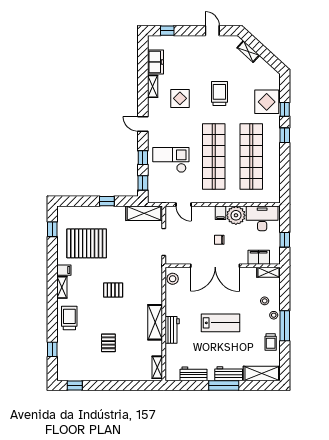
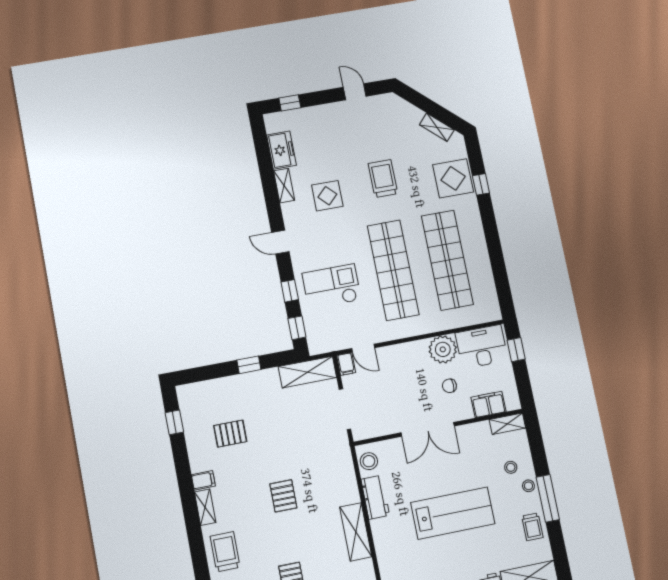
shelving: (248, 52) -> (437, 127), moved
window: (285, 135) -> (489, 221), removed
filing cabinet: (220, 213) -> (346, 364), moved
chair: (219, 240) -> (449, 386), moved
window: (285, 240) -> (516, 350), moved
pallet: (87, 243) -> (230, 434), width x0.49, depth x0.50
double door: (215, 266) -> (428, 429), width x0.73
pallet: (113, 290) -> (283, 496), turned 90
lab bench: (220, 323) -> (453, 513), width x1.36, depth x1.39
workbench: (172, 330) -> (375, 497), moved

